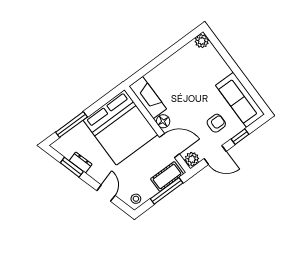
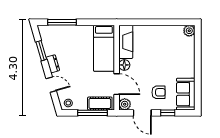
sofa: (240, 100) -> (186, 94), width x0.73
bed: (121, 127) -> (104, 48), width x0.49
dresser: (81, 162) -> (53, 64), moved
door: (106, 193) -> (51, 85), hinge flipped

